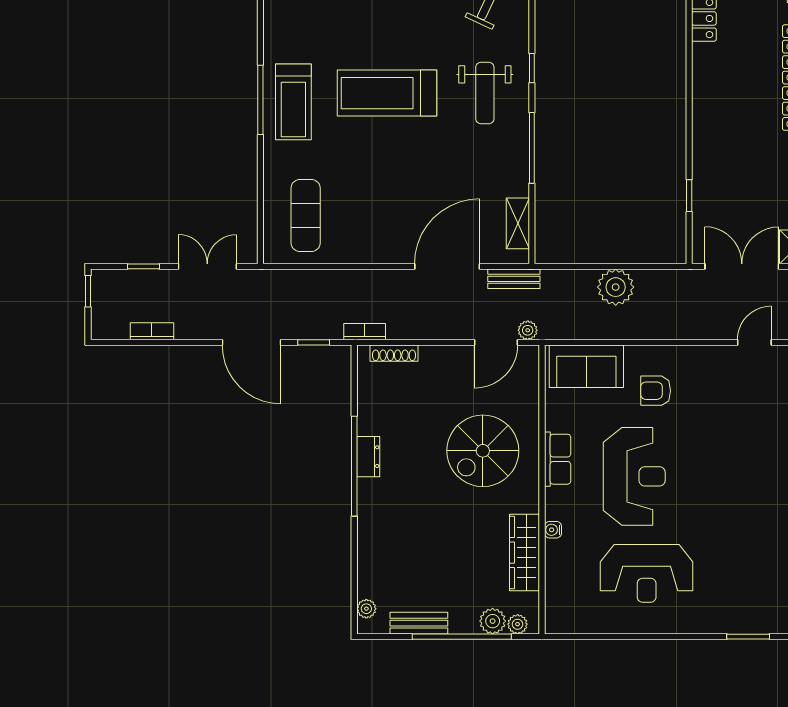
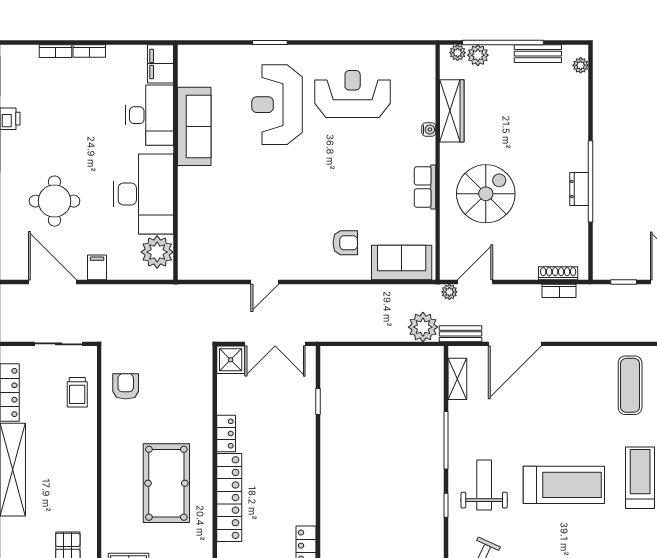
plant: (616, 287) -> (423, 327), moved
bookcase: (365, 332) -> (559, 291), moved
reception desk: (634, 476) -> (277, 105), moved

